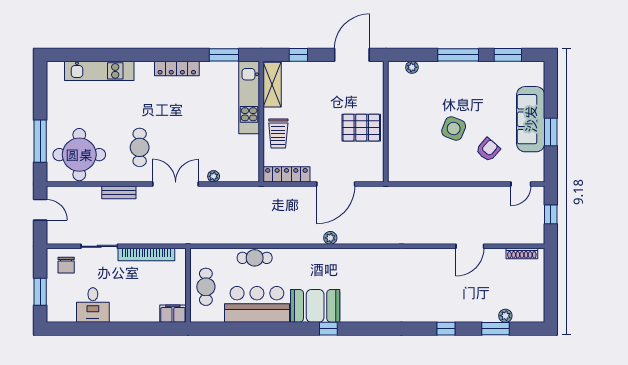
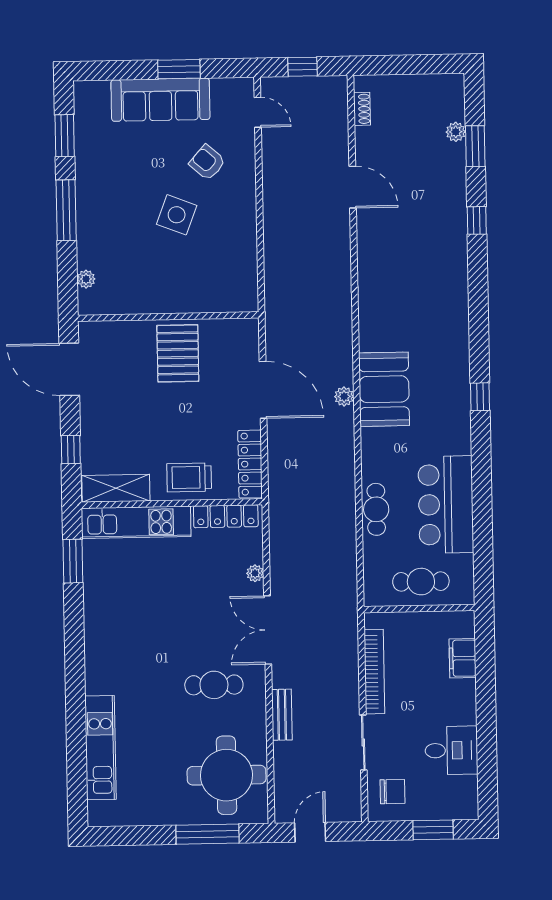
locker: (177, 69) -> (226, 516), moved, turned 90
trolley: (278, 133) -> (189, 477), turned 180
shoe rack: (522, 253) -> (362, 109), width x0.70
booth: (315, 306) -> (384, 389), moved
filing cabinet: (173, 314) -> (463, 658), moved

